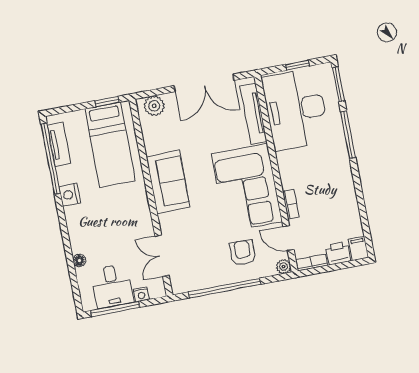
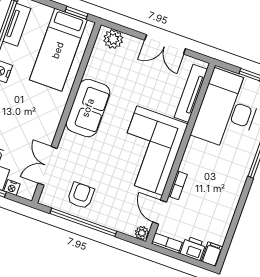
double door: (204, 83) -> (165, 44), width x0.73
armchair: (243, 253) -> (81, 196), moved

